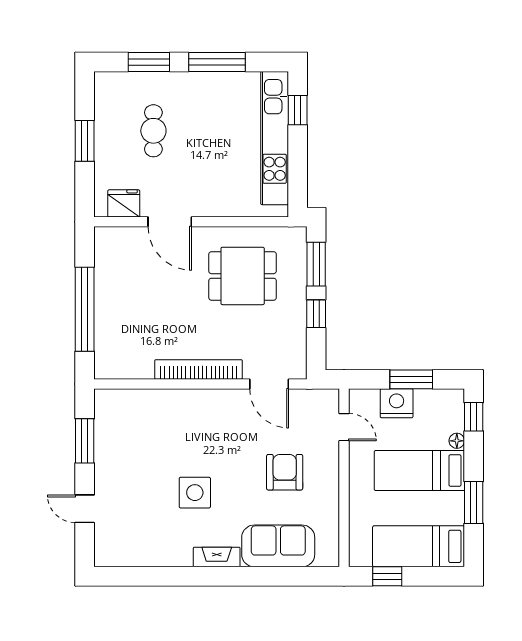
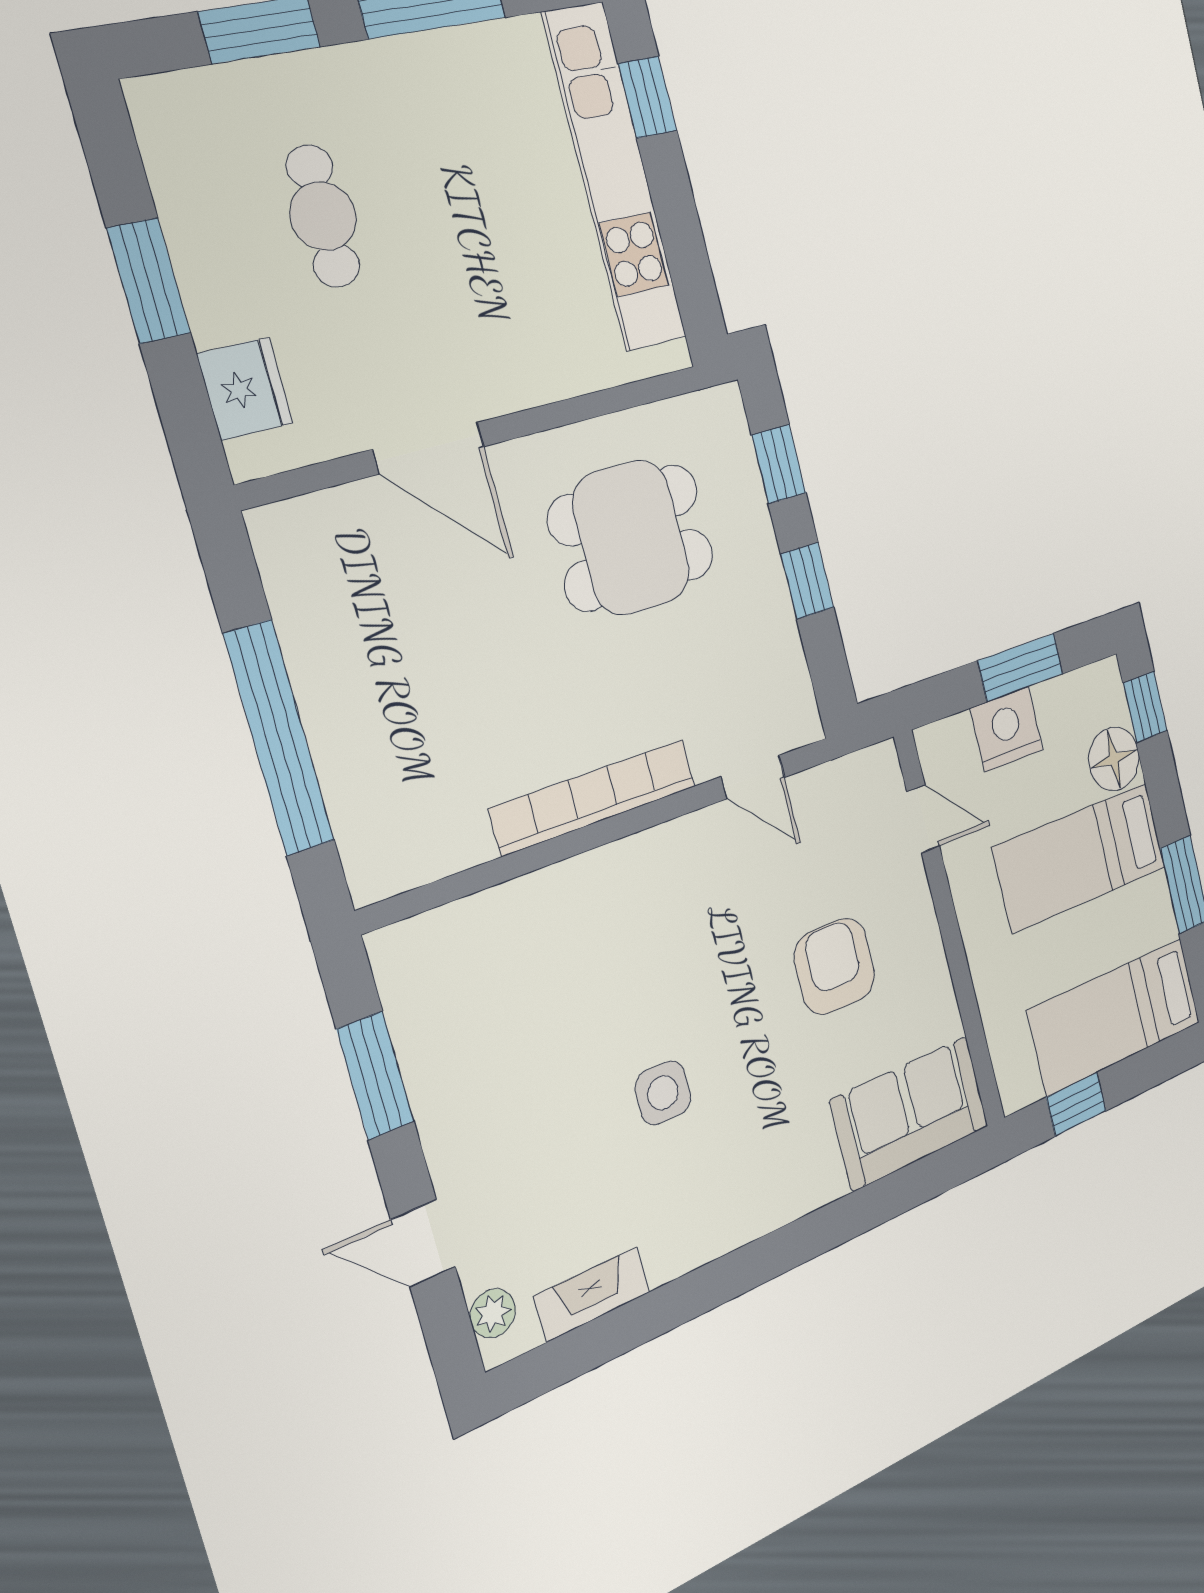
fridge: (124, 203) -> (245, 389), moved, turned 90
window: (316, 264) -> (779, 464), width x0.67
door: (269, 384) -> (753, 777), width x0.73
floor lamp: (457, 441) -> (1114, 759), width x1.89, depth x1.89
side table: (195, 493) -> (663, 1093), width x0.73, depth x0.73
plant: (103, 546) -> (493, 1313), added
sofa: (278, 546) -> (910, 1113), moved
fireplace: (217, 557) -> (592, 1294), moved

